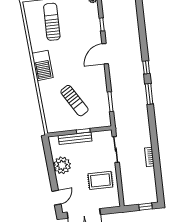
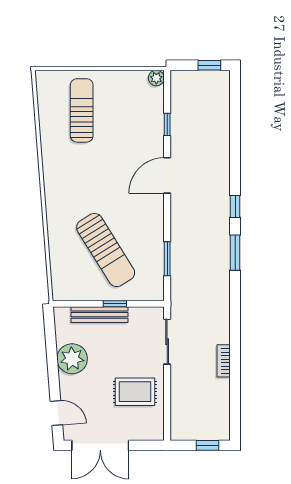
barbecue: (42, 65) -> (57, 184), removed
sun lounger: (74, 101) -> (106, 250), width x1.36, depth x1.34
door: (56, 198) -> (56, 413), hinge flipped

